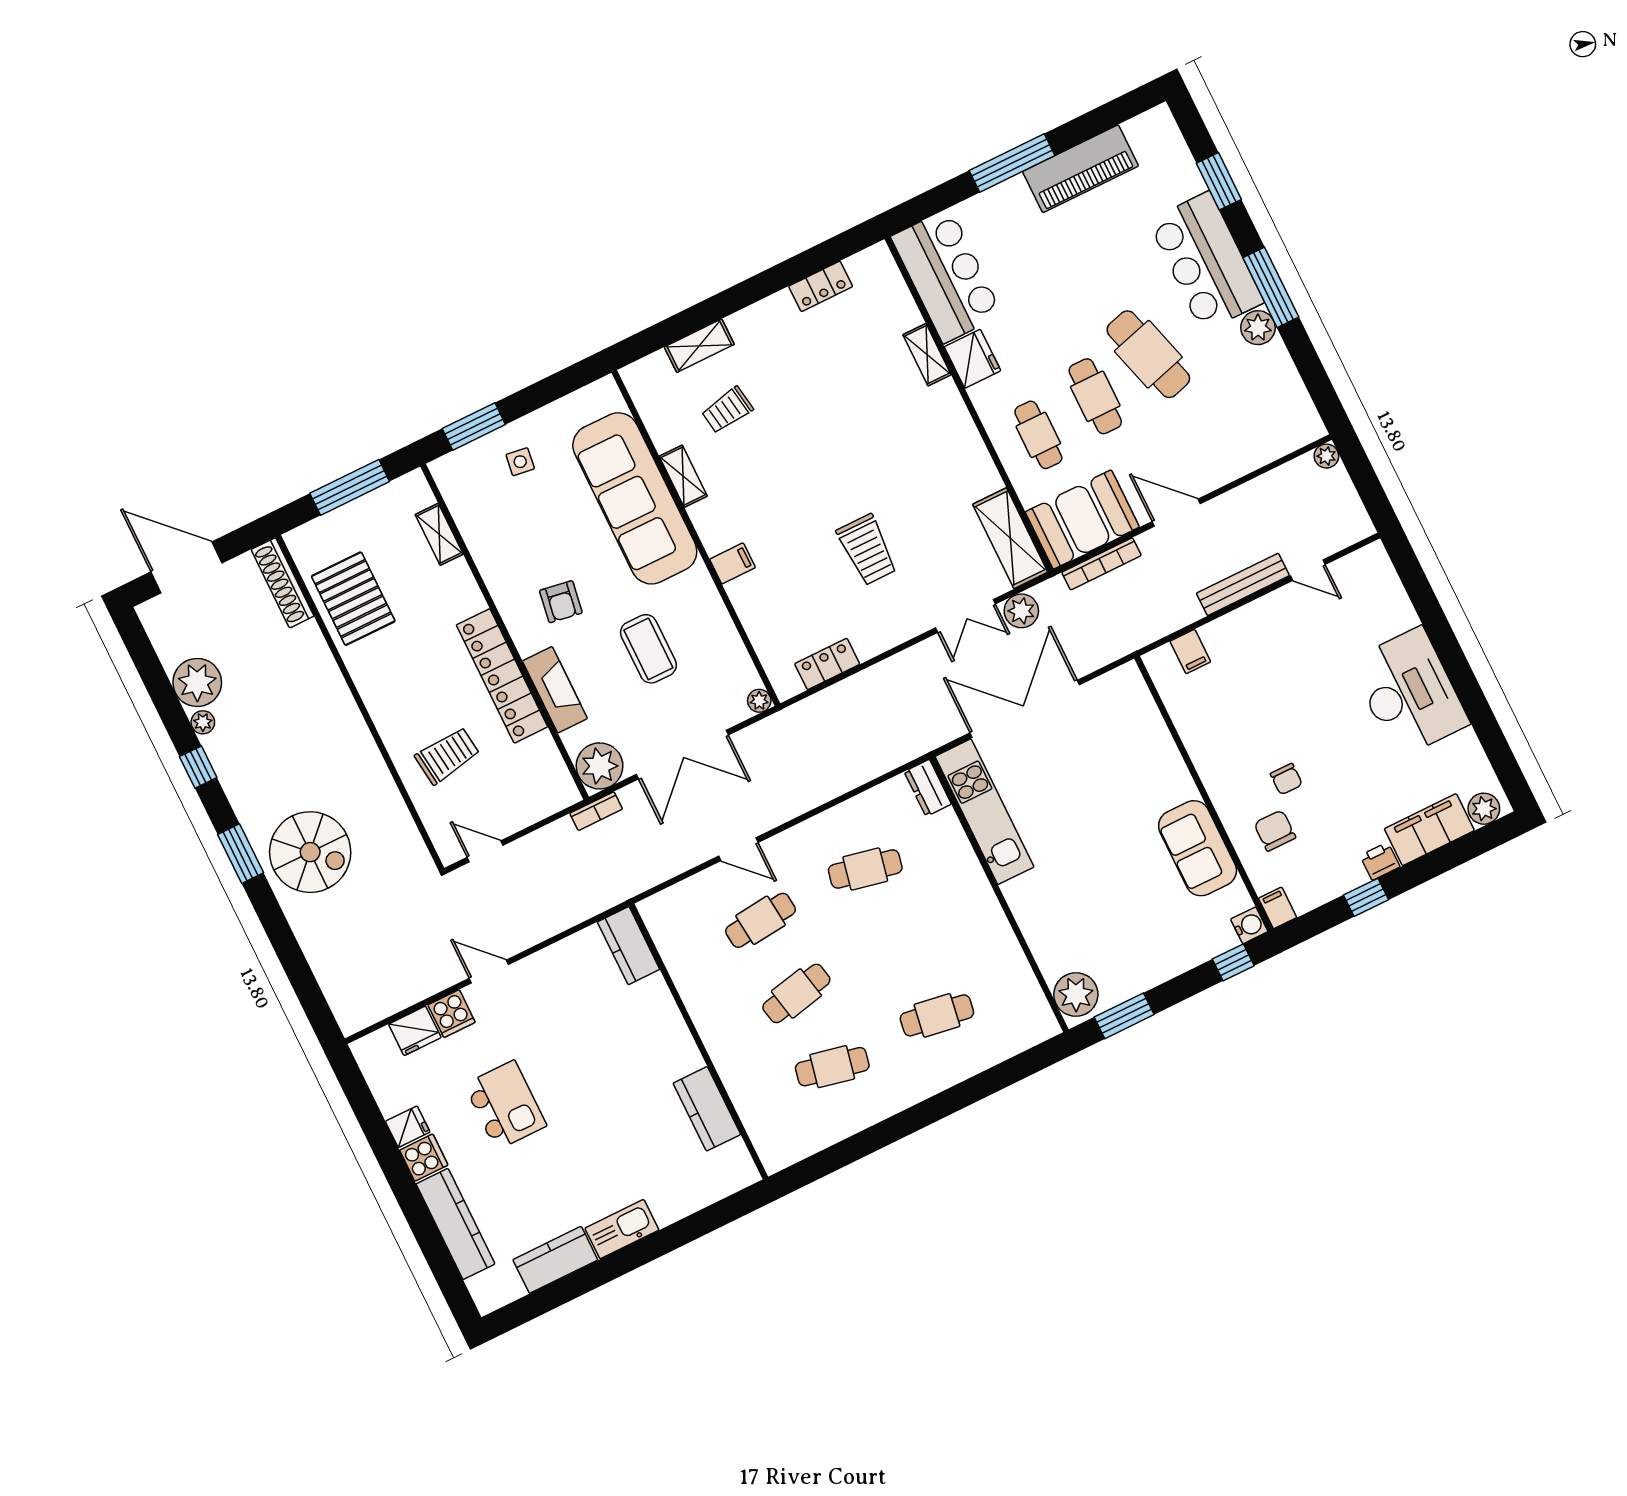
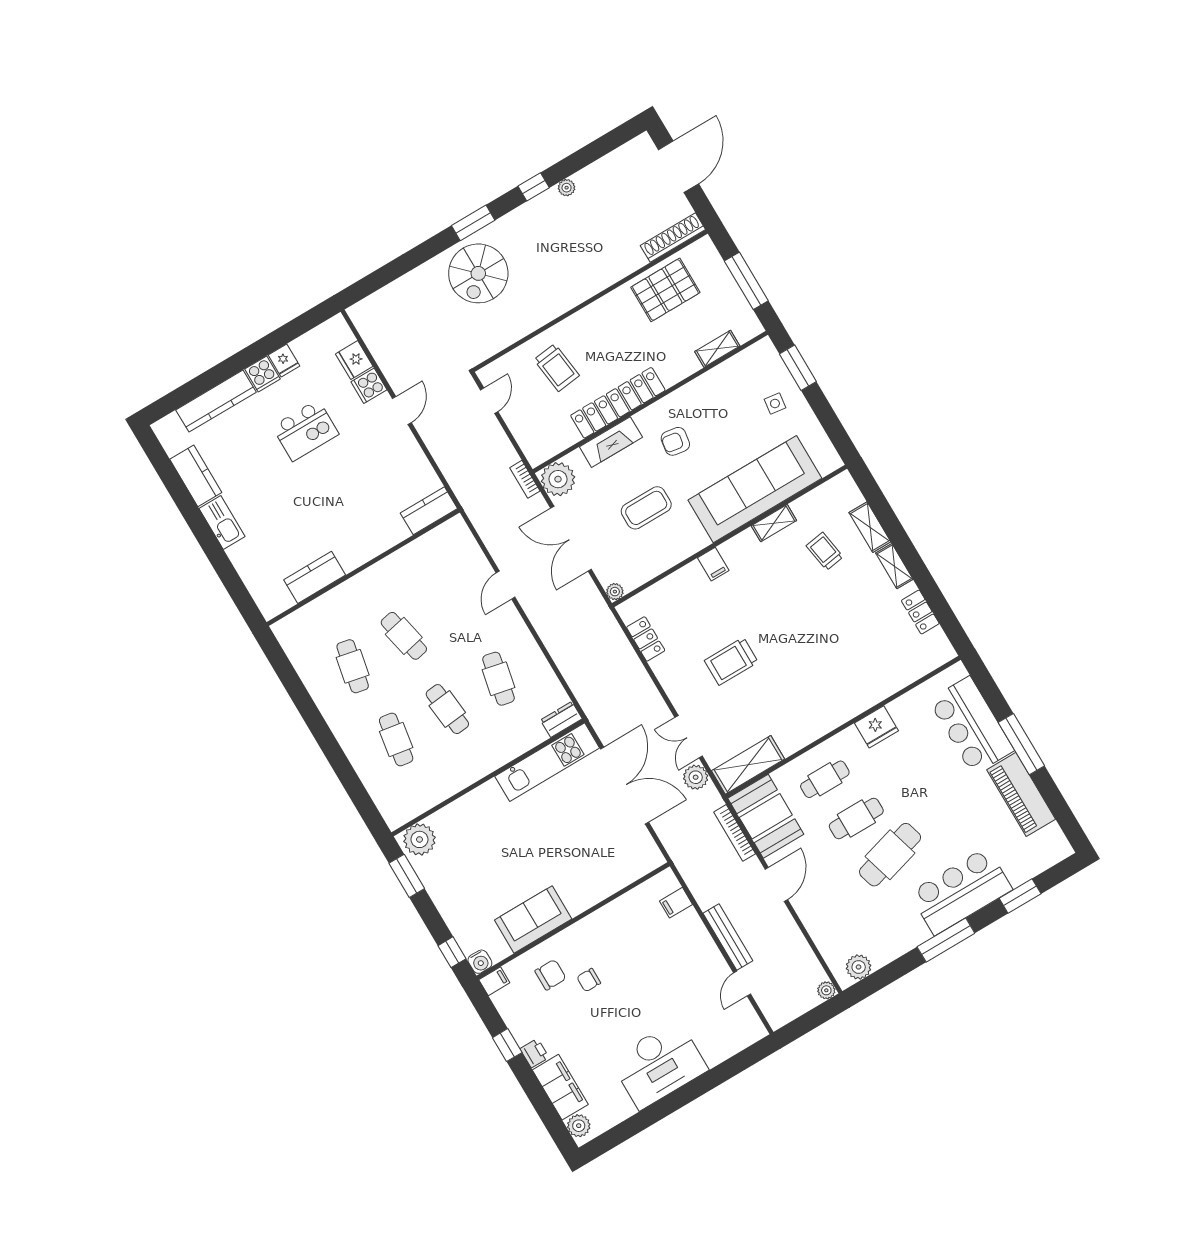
bar counter: (947, 276) -> (971, 725), moved, turned 90
plant: (1258, 328) -> (859, 967), moved
shelving: (927, 355) -> (894, 566), moved, turned 90
plant: (197, 682) -> (595, 181), removed
cafe table: (761, 920) -> (447, 709), moved

